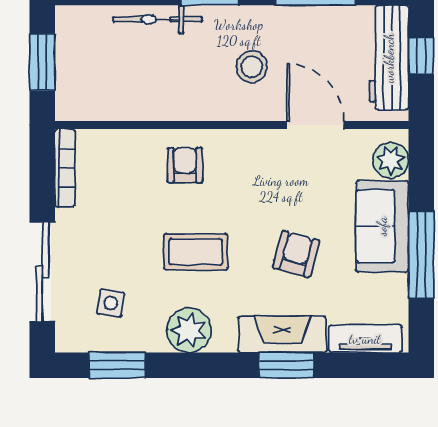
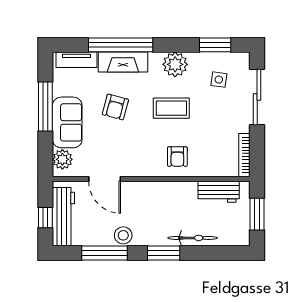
stool: (252, 67) -> (123, 235), moved
workbench: (111, 102) -> (219, 192), added
window: (286, 365) -> (121, 45), width x2.11

